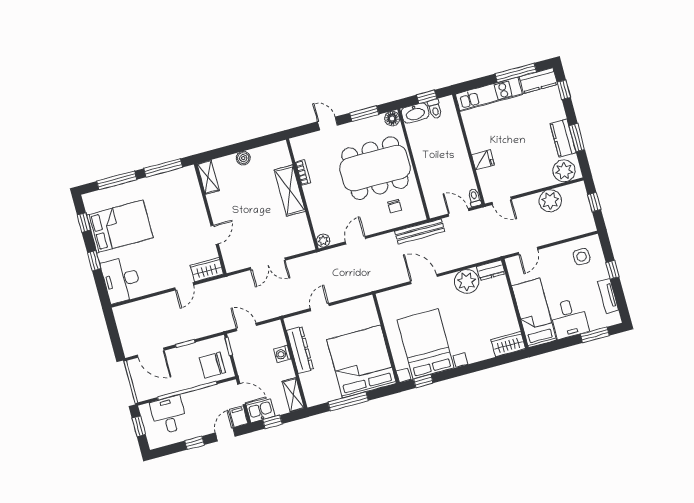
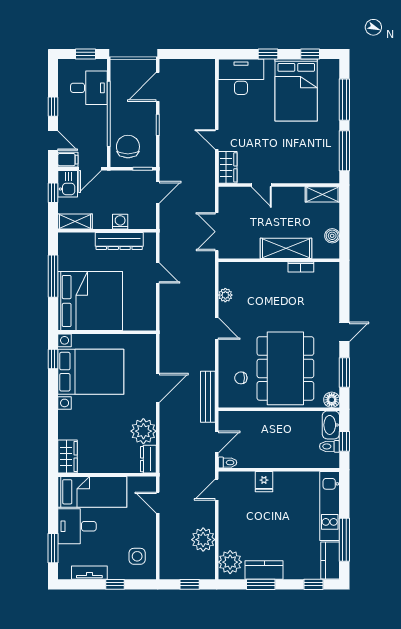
bookcase: (303, 173) -> (301, 267), moved
shelving: (290, 191) -> (286, 248), moved
wall: (302, 194) -> (279, 260), moved

